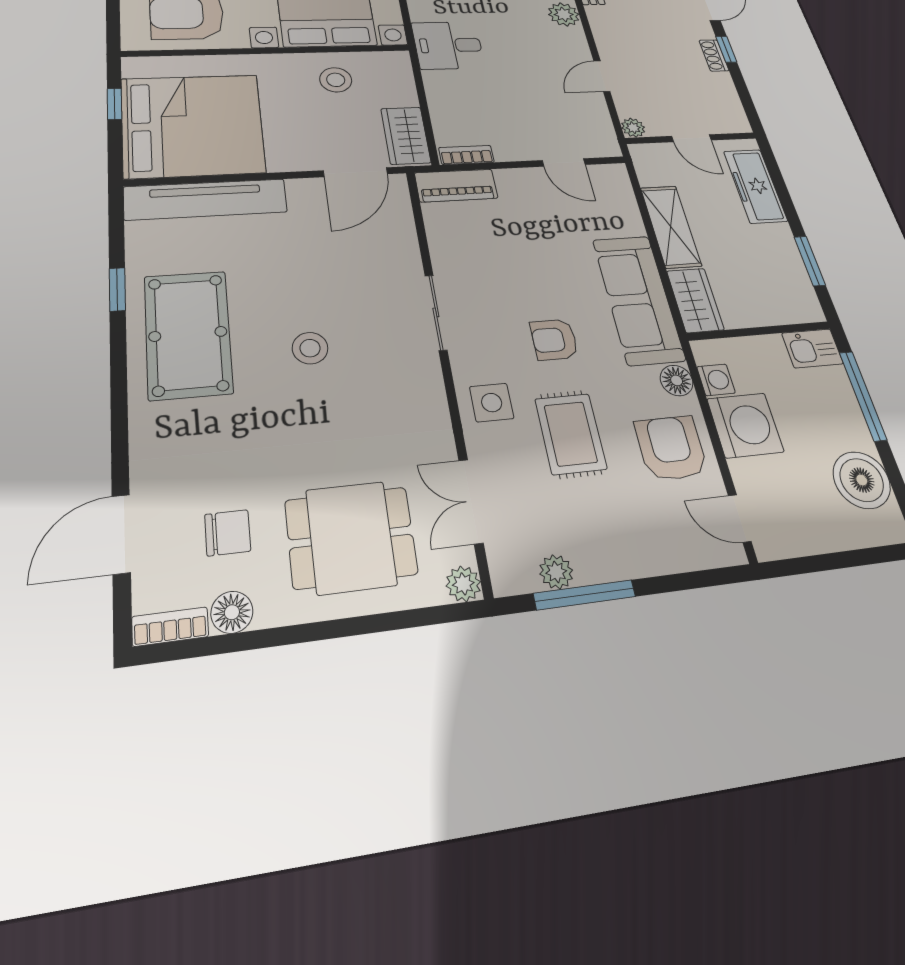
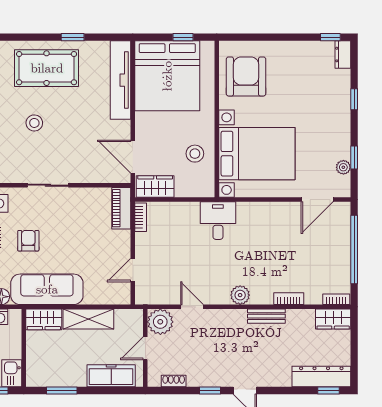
shoe rack: (714, 55) -> (174, 381), moved
plant: (633, 128) -> (160, 322), width x1.88, depth x1.88

